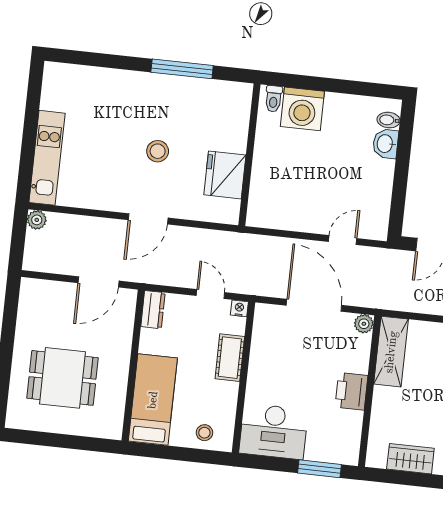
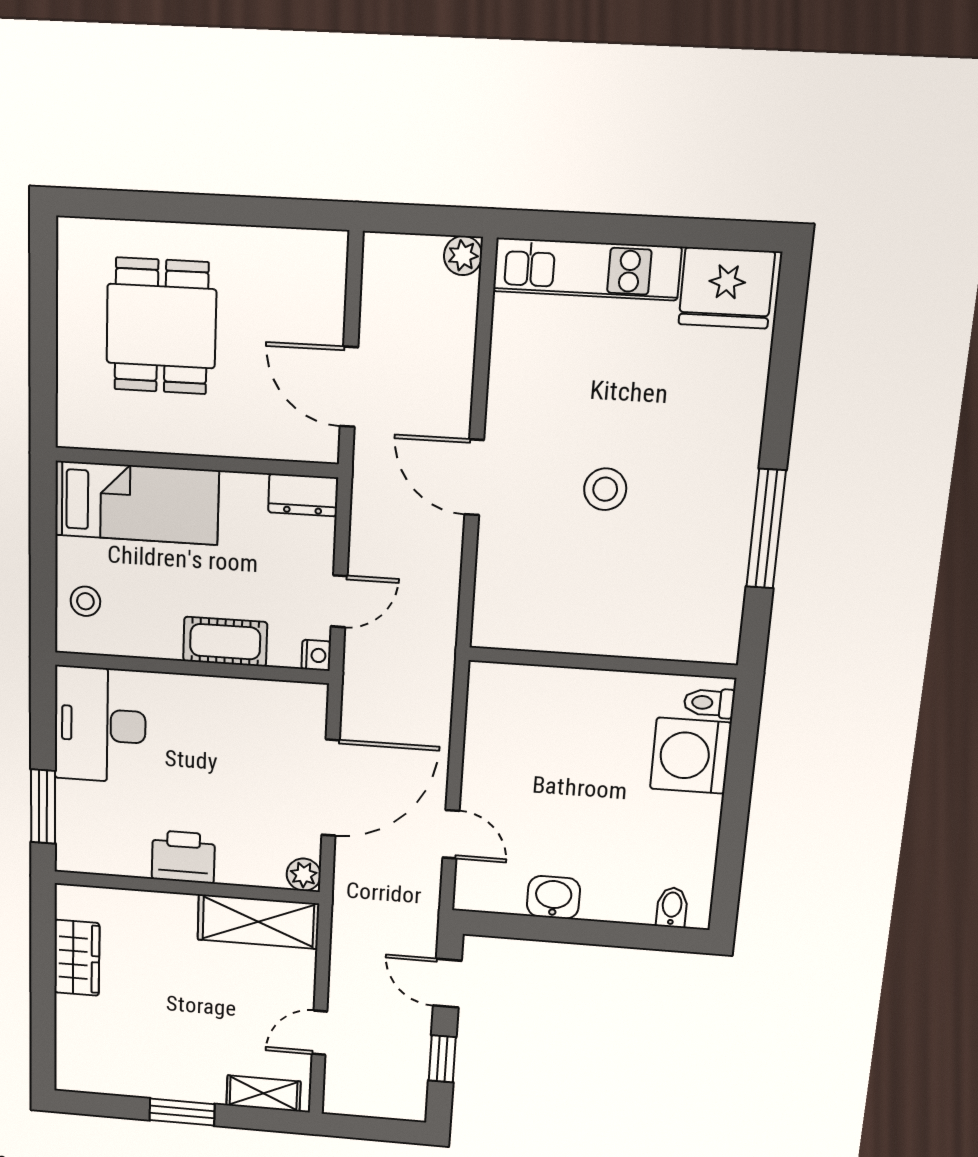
washbasin: (385, 144) -> (553, 897), moved
fridge: (225, 175) -> (727, 288), moved, turned 180

